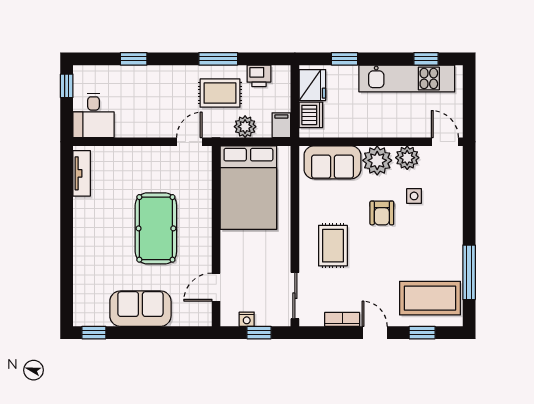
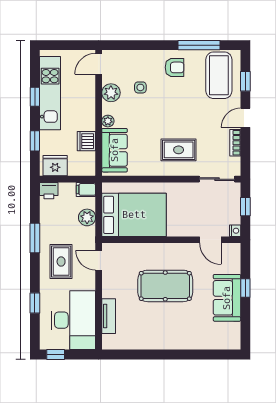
window: (426, 59) -> (35, 97), moved
printer: (259, 76) -> (49, 191), moved, turned 90
rug: (220, 93) -> (61, 262), moved
desk: (93, 115) -> (73, 320), width x1.87, depth x1.30
dishwasher: (311, 115) -> (86, 141), moved, turned -90
plant: (377, 160) -> (108, 121), width x0.53, depth x0.53
tv unit: (82, 173) -> (109, 316), moved, turned 90
armchair: (382, 213) -> (175, 67), moved
nightstand: (247, 319) -> (235, 231), moved
window: (94, 333) -> (245, 288), moved

